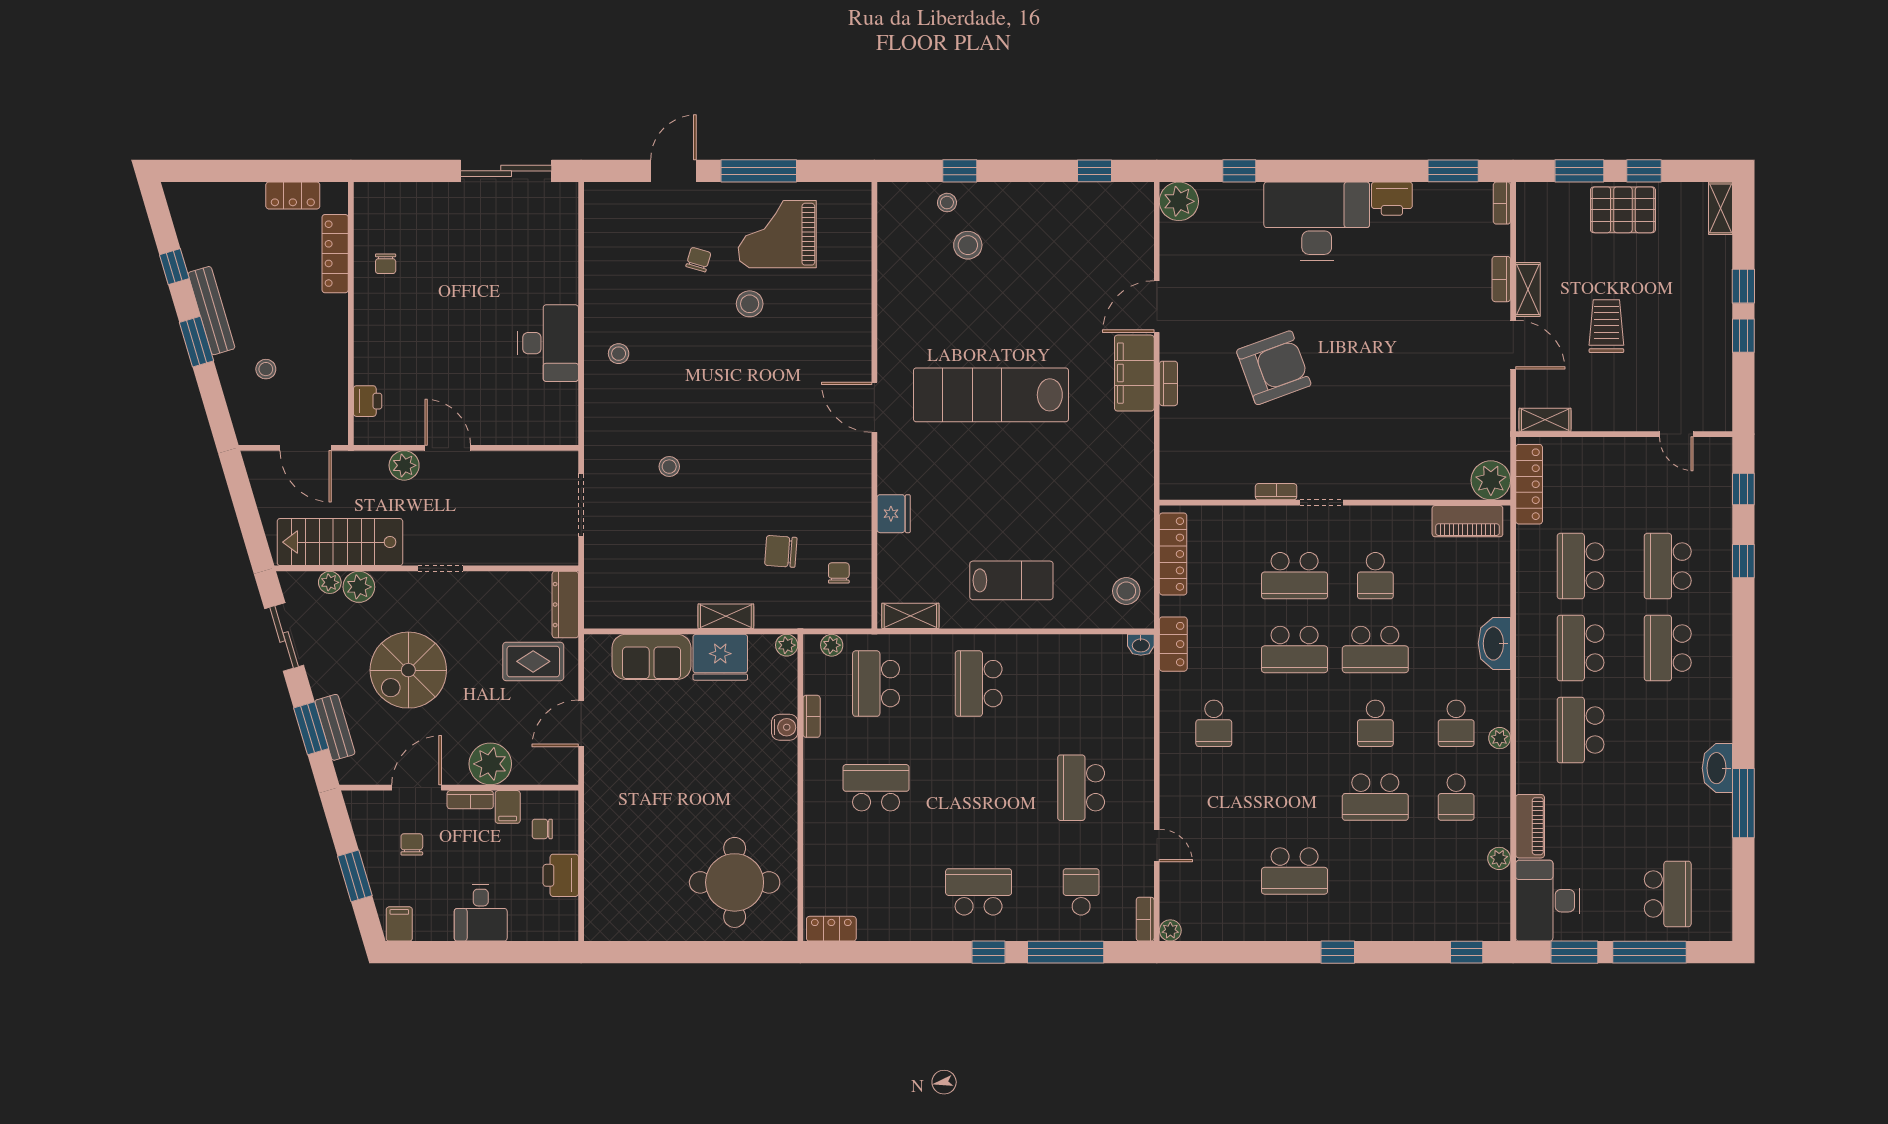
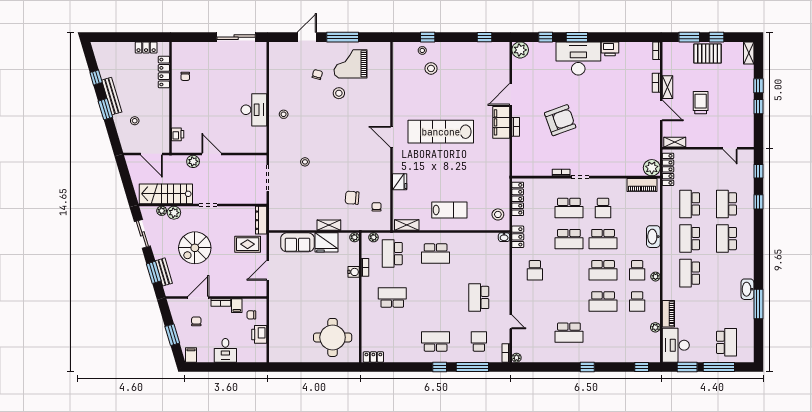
window: (1453, 171) -> (577, 37), moved
school desk: (979, 684) -> (436, 254), turned -90
school desk: (1375, 723) -> (603, 270), width x1.85
plant: (490, 764) -> (229, 287), removed

